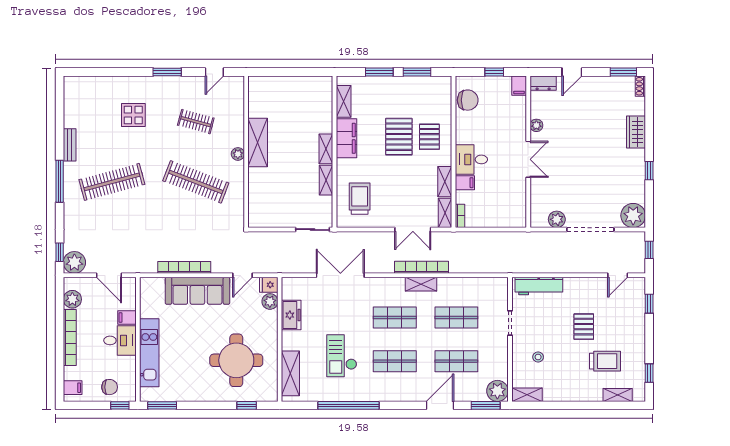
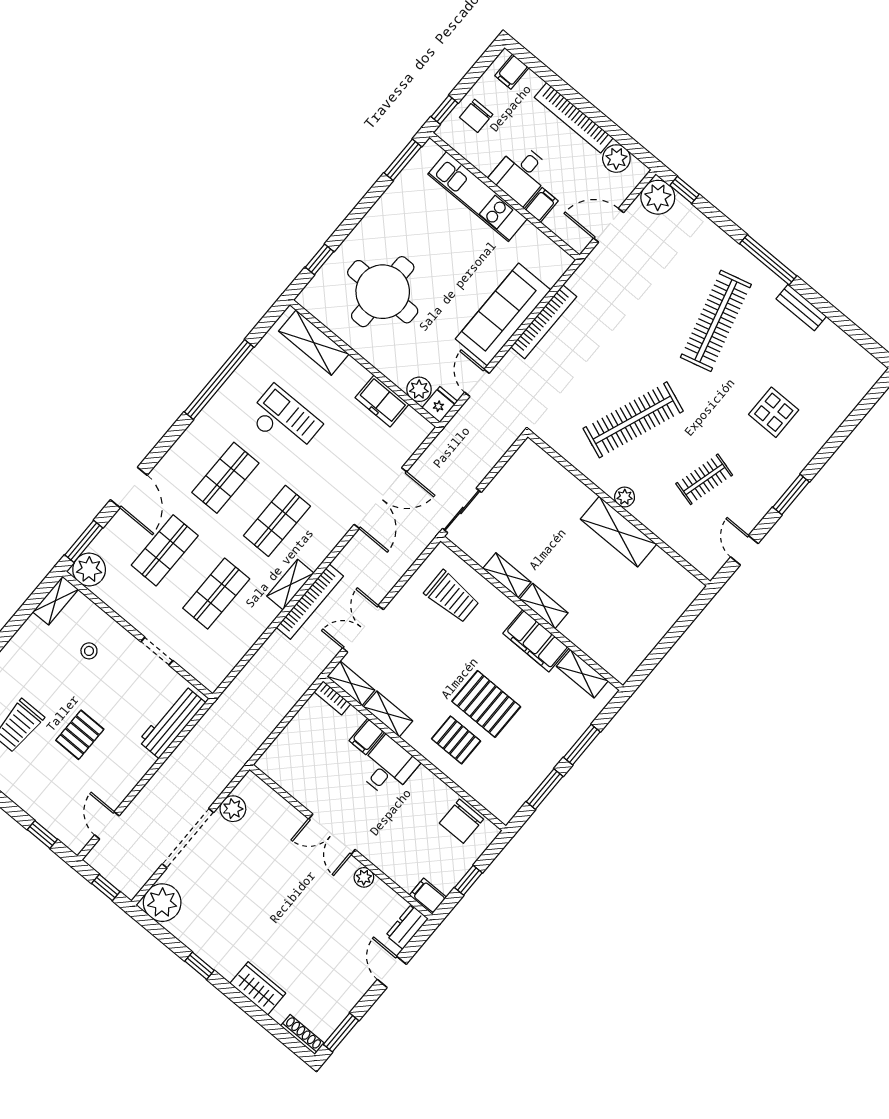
shoe rack: (640, 86) -> (302, 1034), width x1.43
pallet: (584, 327) -> (80, 735), turned 90

